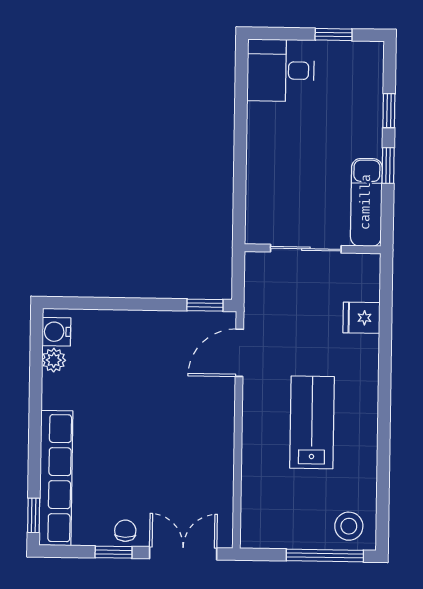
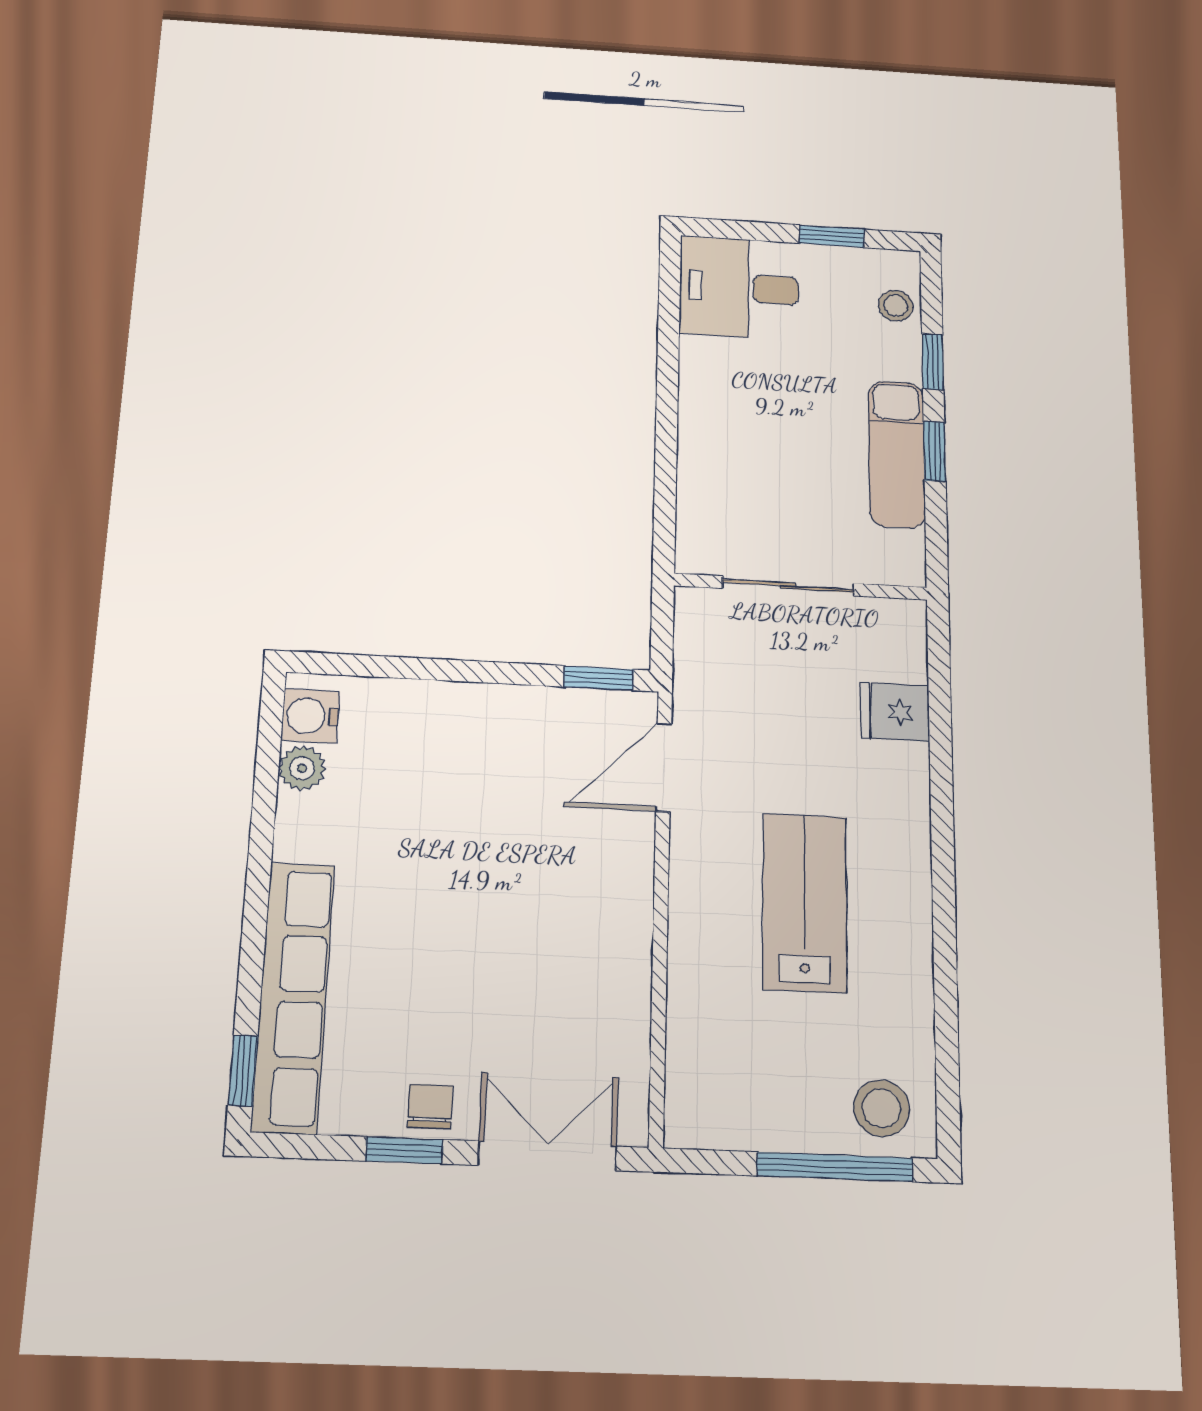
stool: (369, 77) -> (896, 306), added
exam couch: (366, 202) -> (897, 454), moved

